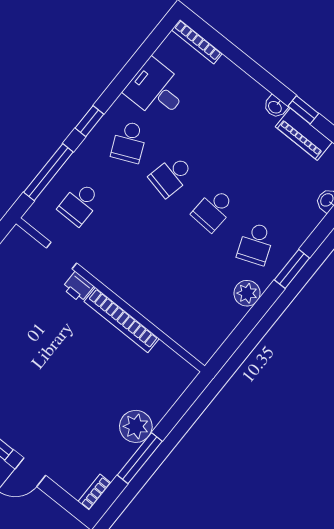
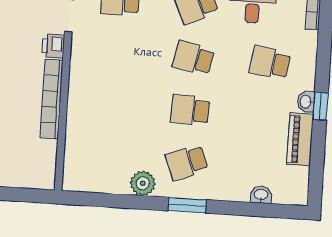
window: (303, 110) -> (320, 106), moved
school desk: (221, 114) -> (270, 63), added

